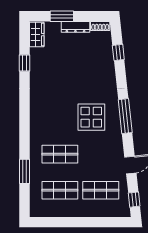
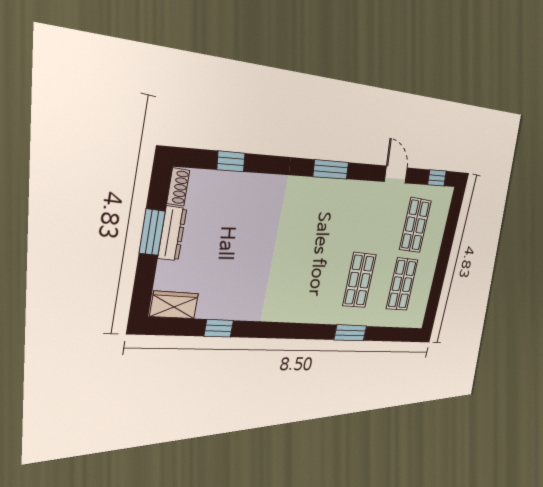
window: (62, 16) -> (152, 232), moved
window: (125, 116) -> (331, 169), width x0.69
display table: (91, 117) -> (321, 225), removed
window: (24, 171) -> (350, 333), moved

